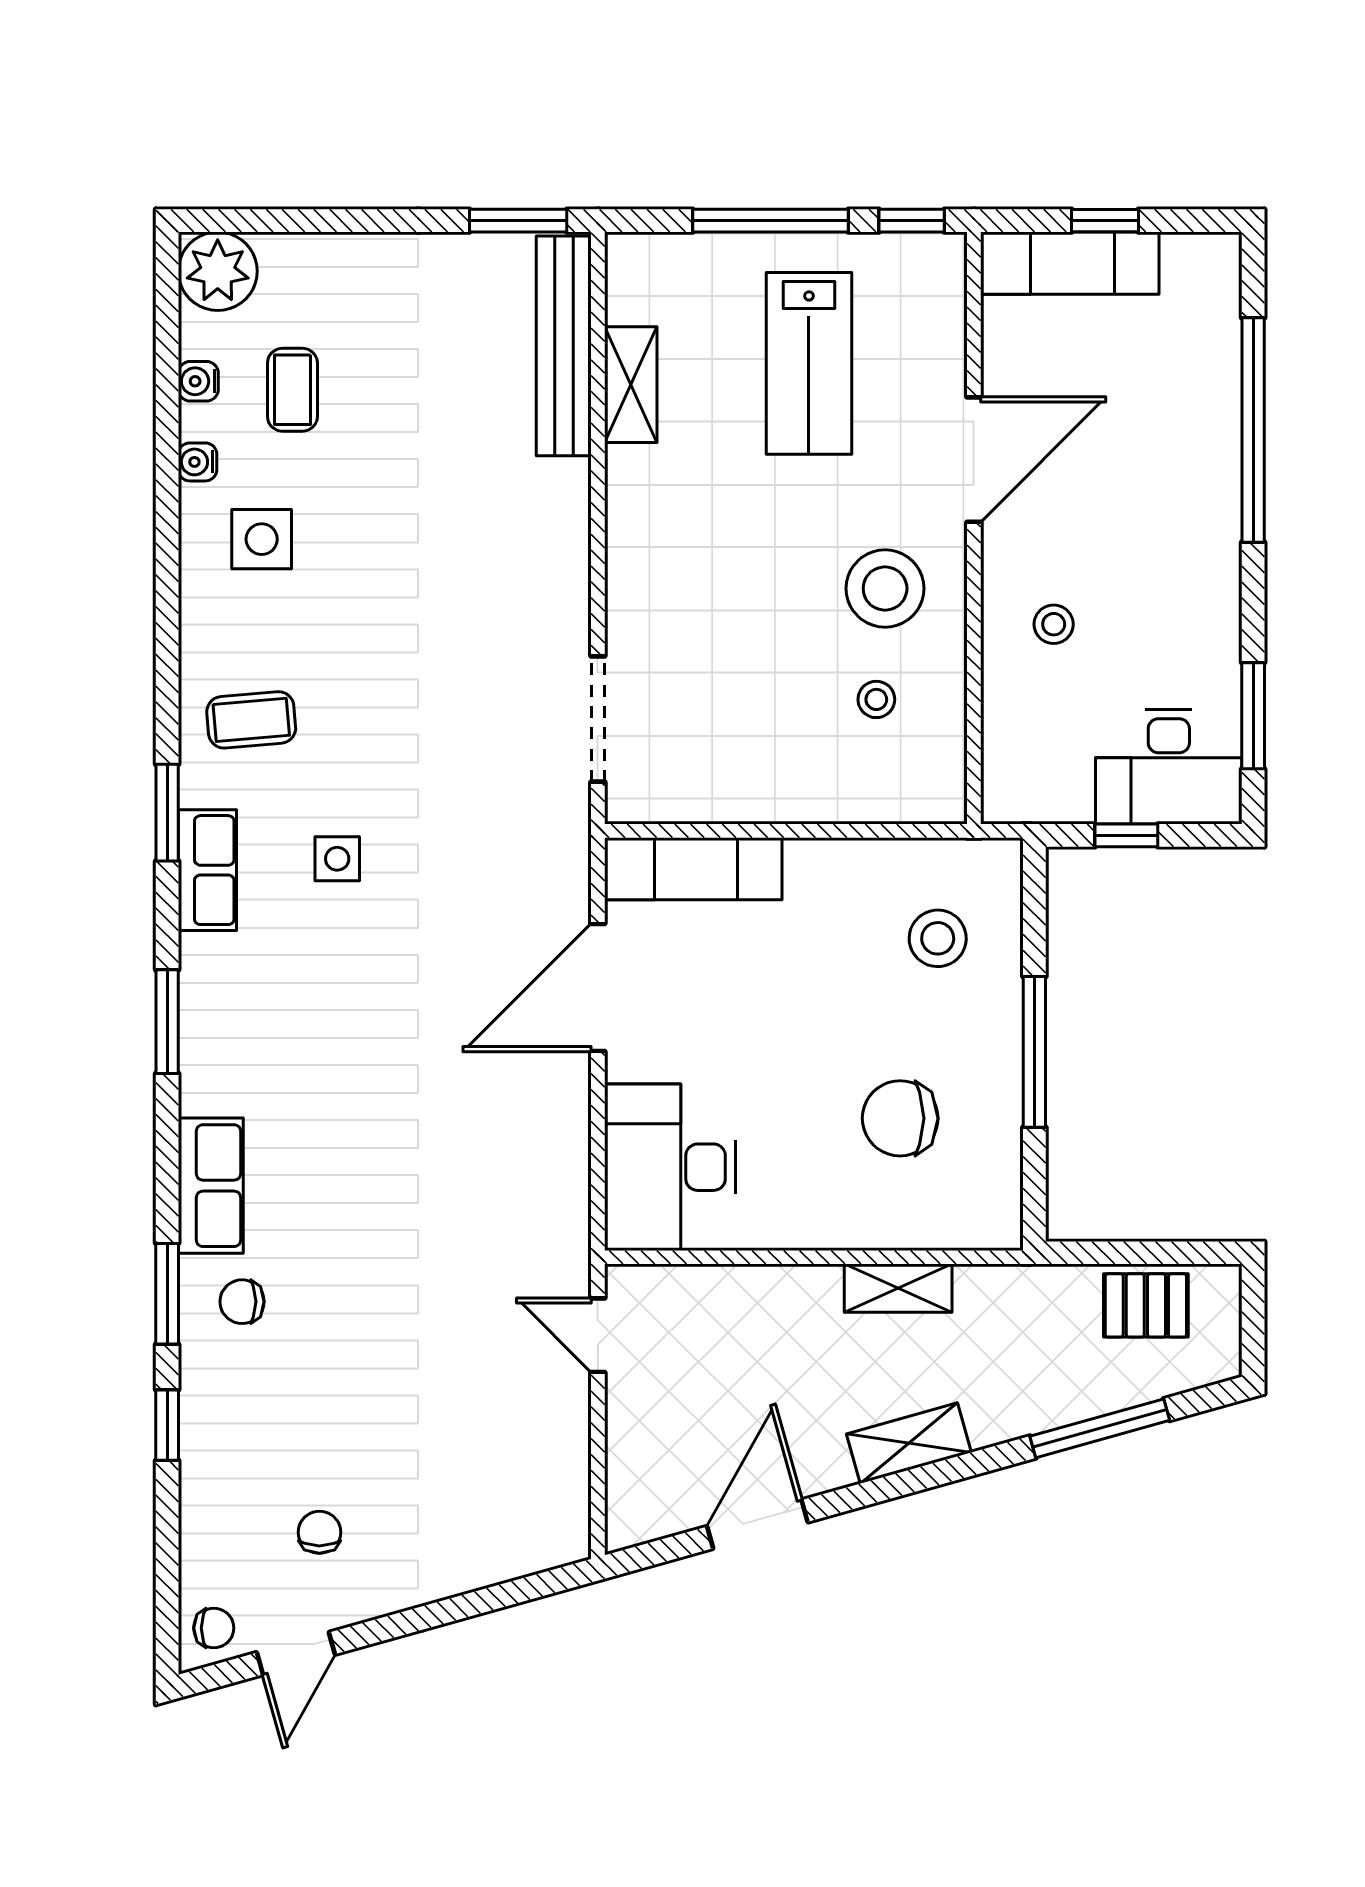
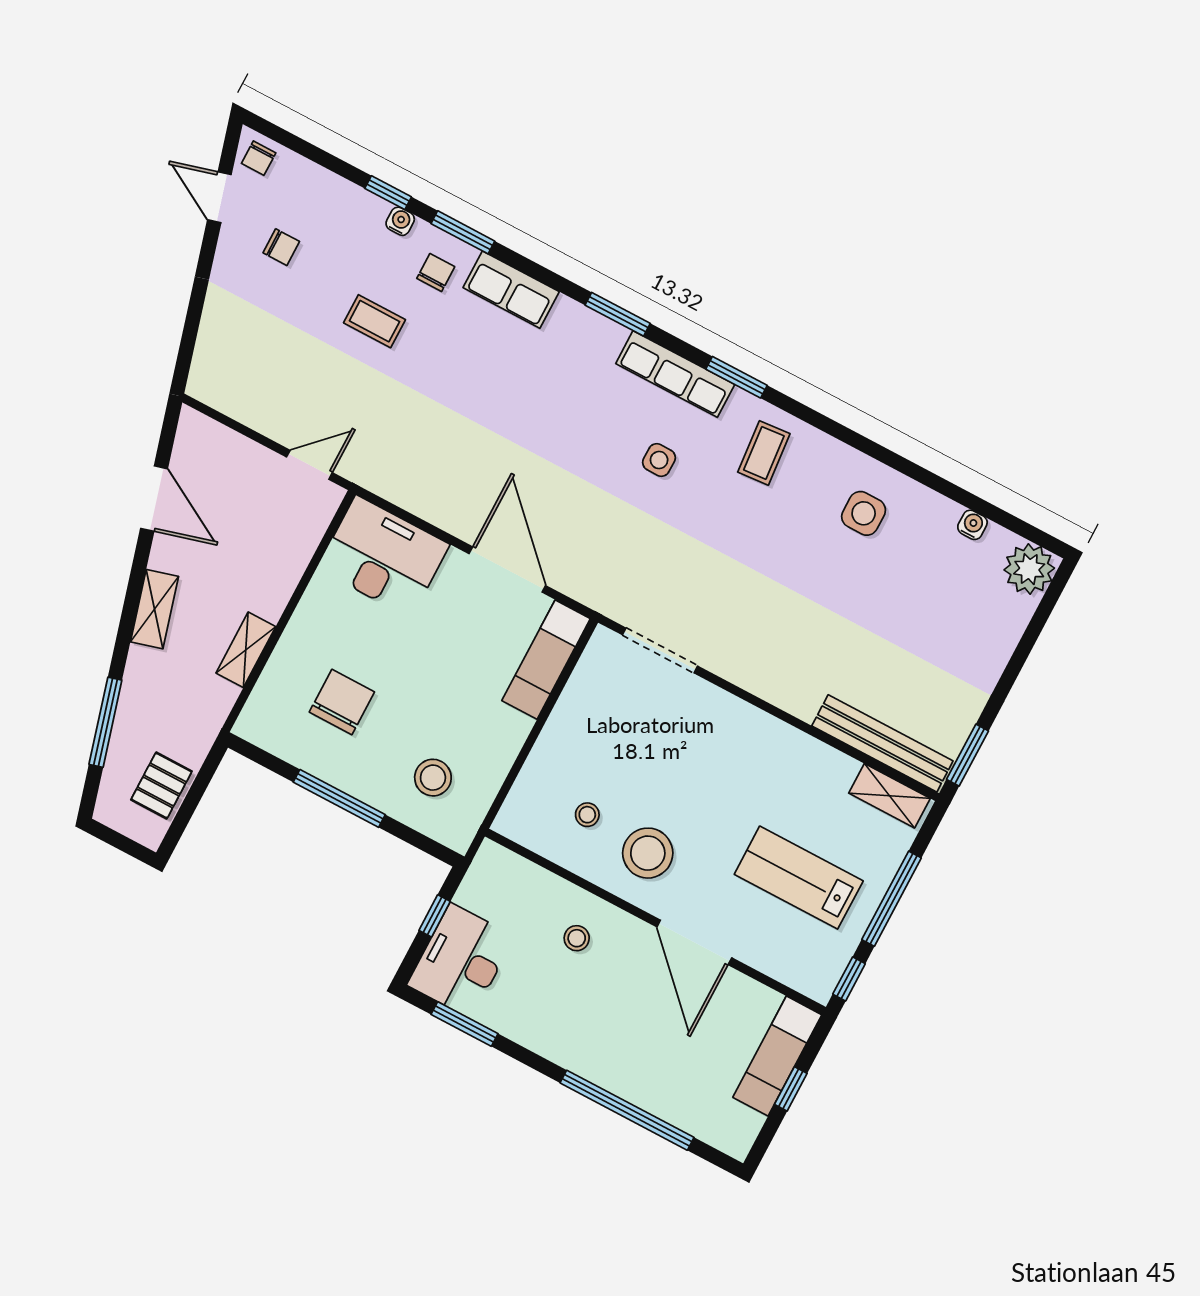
shelving: (631, 385) -> (889, 796), moved
coffee table: (292, 390) -> (374, 321), moved
water cooler: (198, 462) -> (400, 221), moved
row of seats: (207, 870) -> (675, 374), width x1.48

